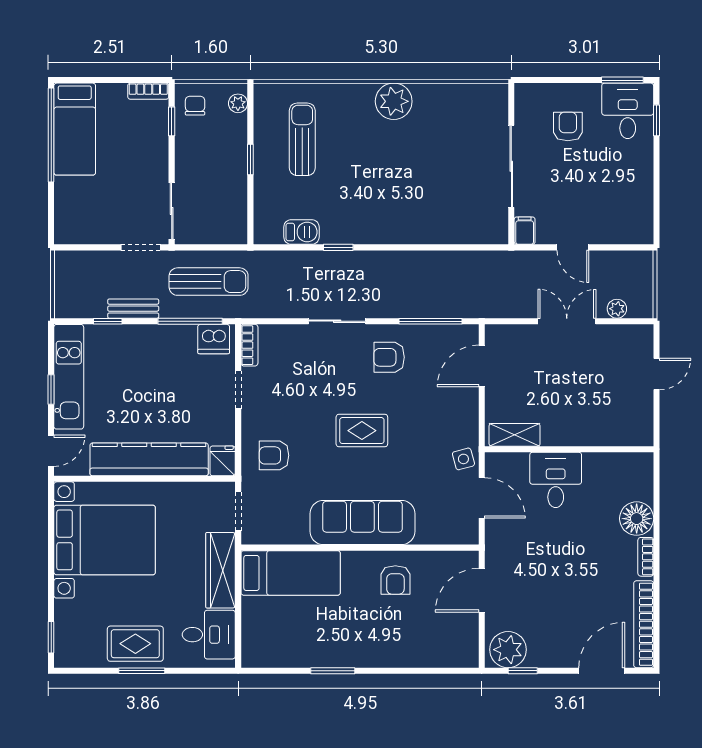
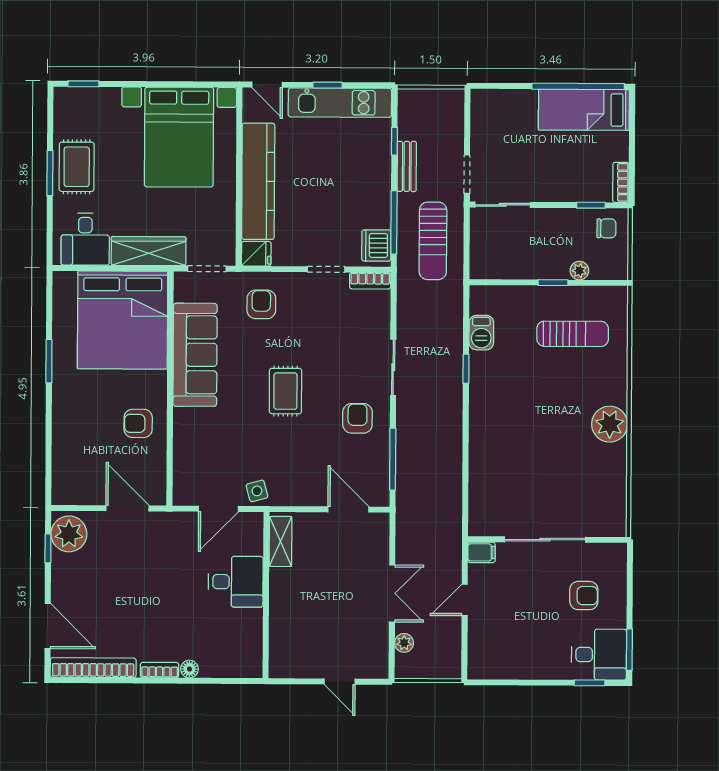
plant: (238, 103) -> (579, 271), moved
floor lamp: (637, 519) -> (189, 669), width x0.53, depth x0.53
sofa: (362, 523) -> (195, 355), moved
bed: (291, 573) -> (123, 320), width x2.04

